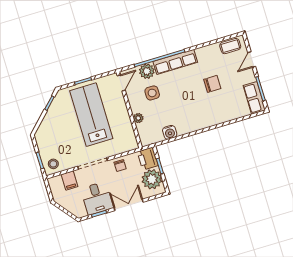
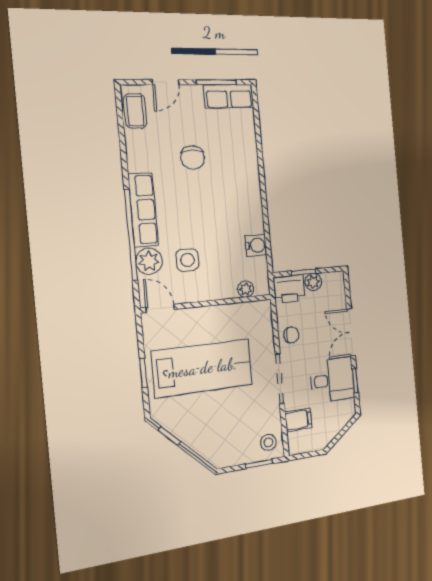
door: (252, 60) -> (166, 82), hinge flipped
chair: (212, 84) -> (193, 158), turned 180
lab bench: (91, 115) -> (203, 368), turned 180
plant: (138, 118) -> (246, 289), moved
plant: (152, 179) -> (313, 282), width x0.53, depth x0.53

